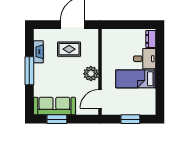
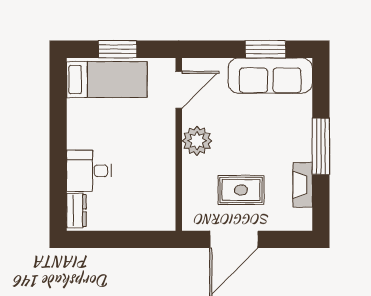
bed: (136, 79) -> (107, 79), moved

